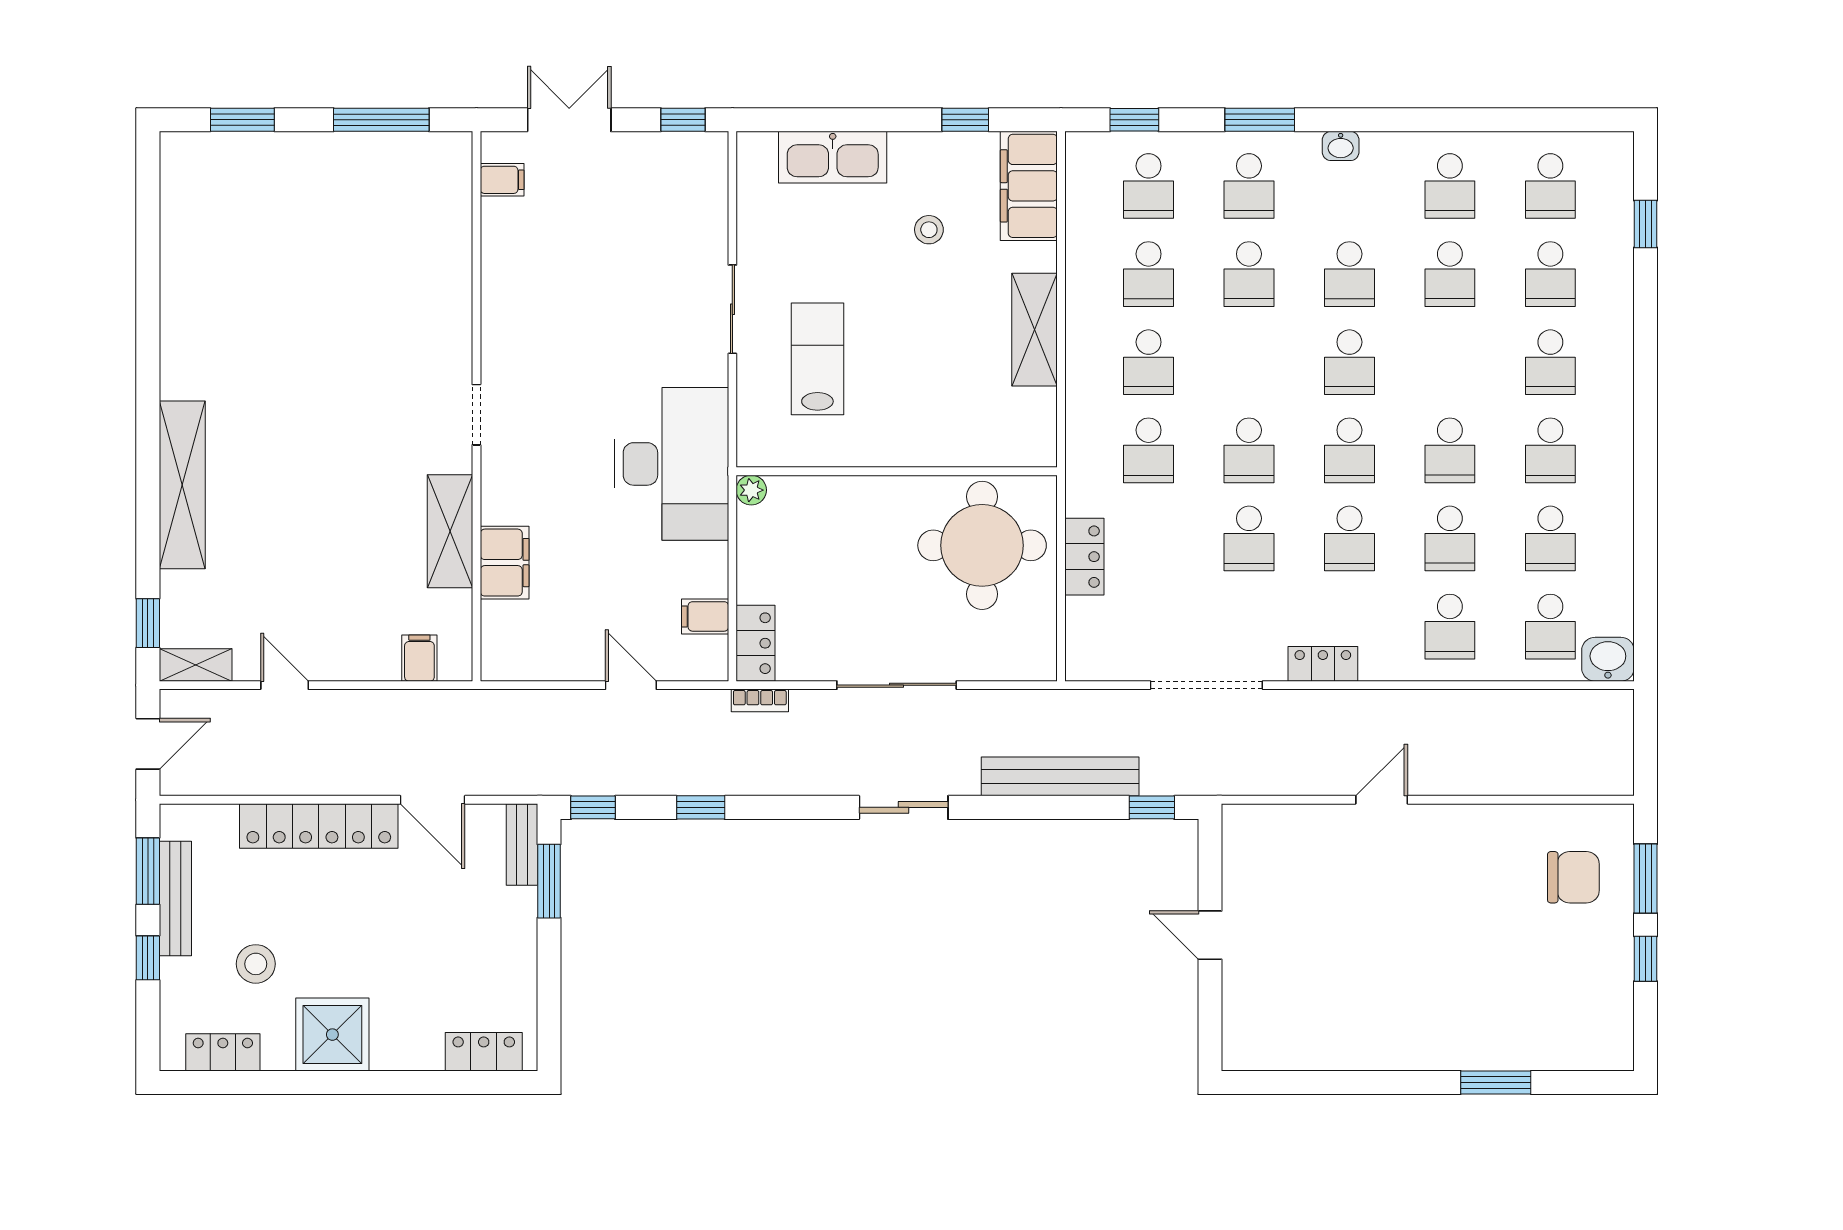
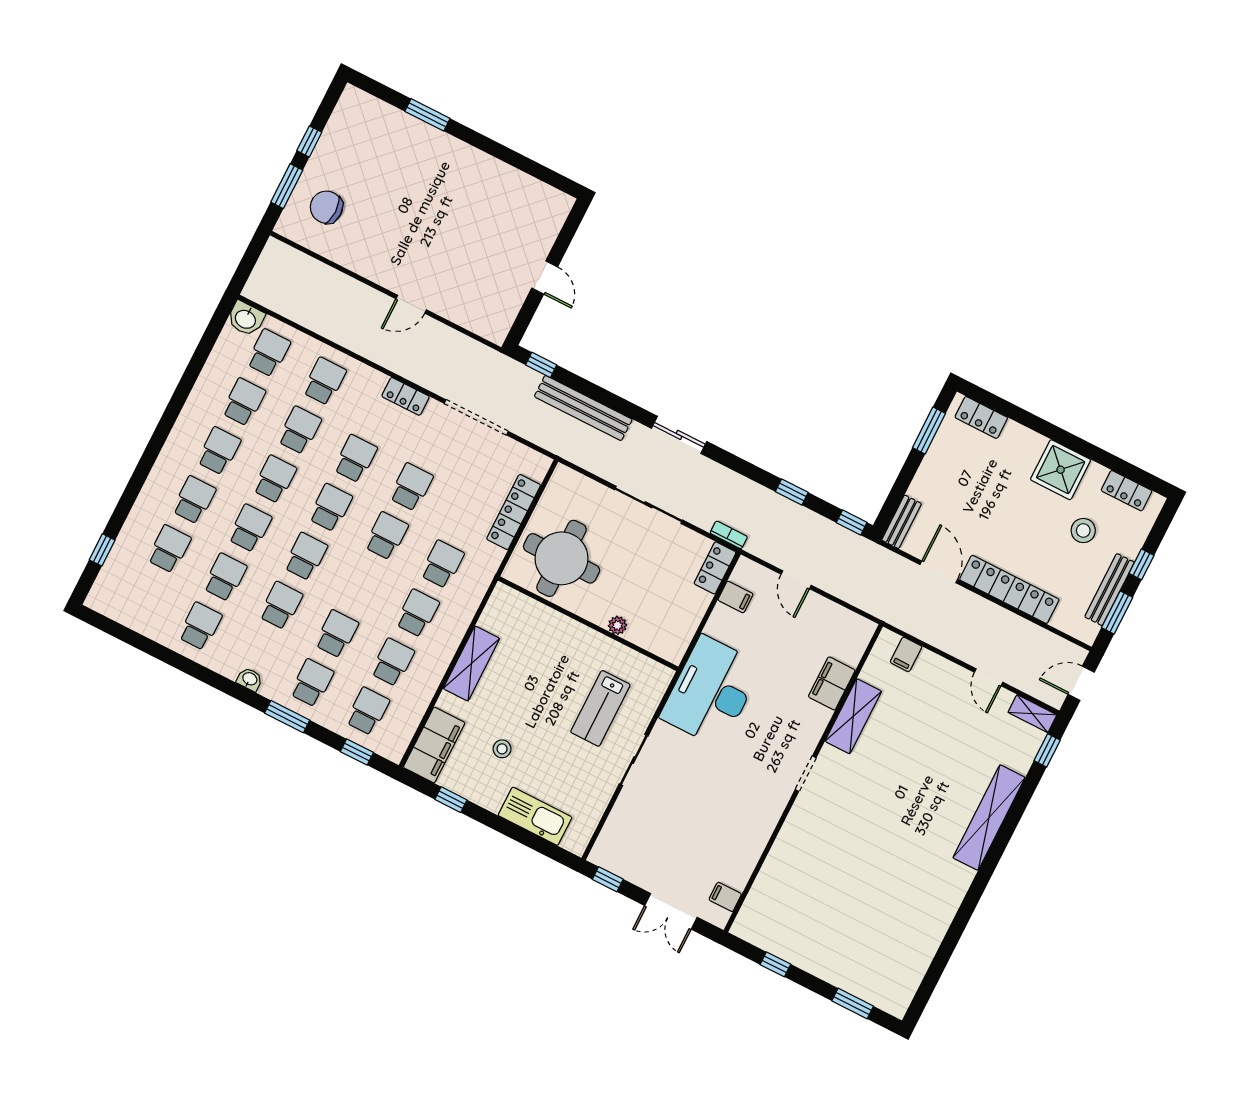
window: (381, 120) -> (775, 964), width x0.46
school desk: (1550, 186) -> (250, 528), moved
plant: (751, 490) -> (617, 625), moved
locker: (1084, 557) -> (514, 512), width x1.53
window: (549, 881) -> (929, 431), moved

